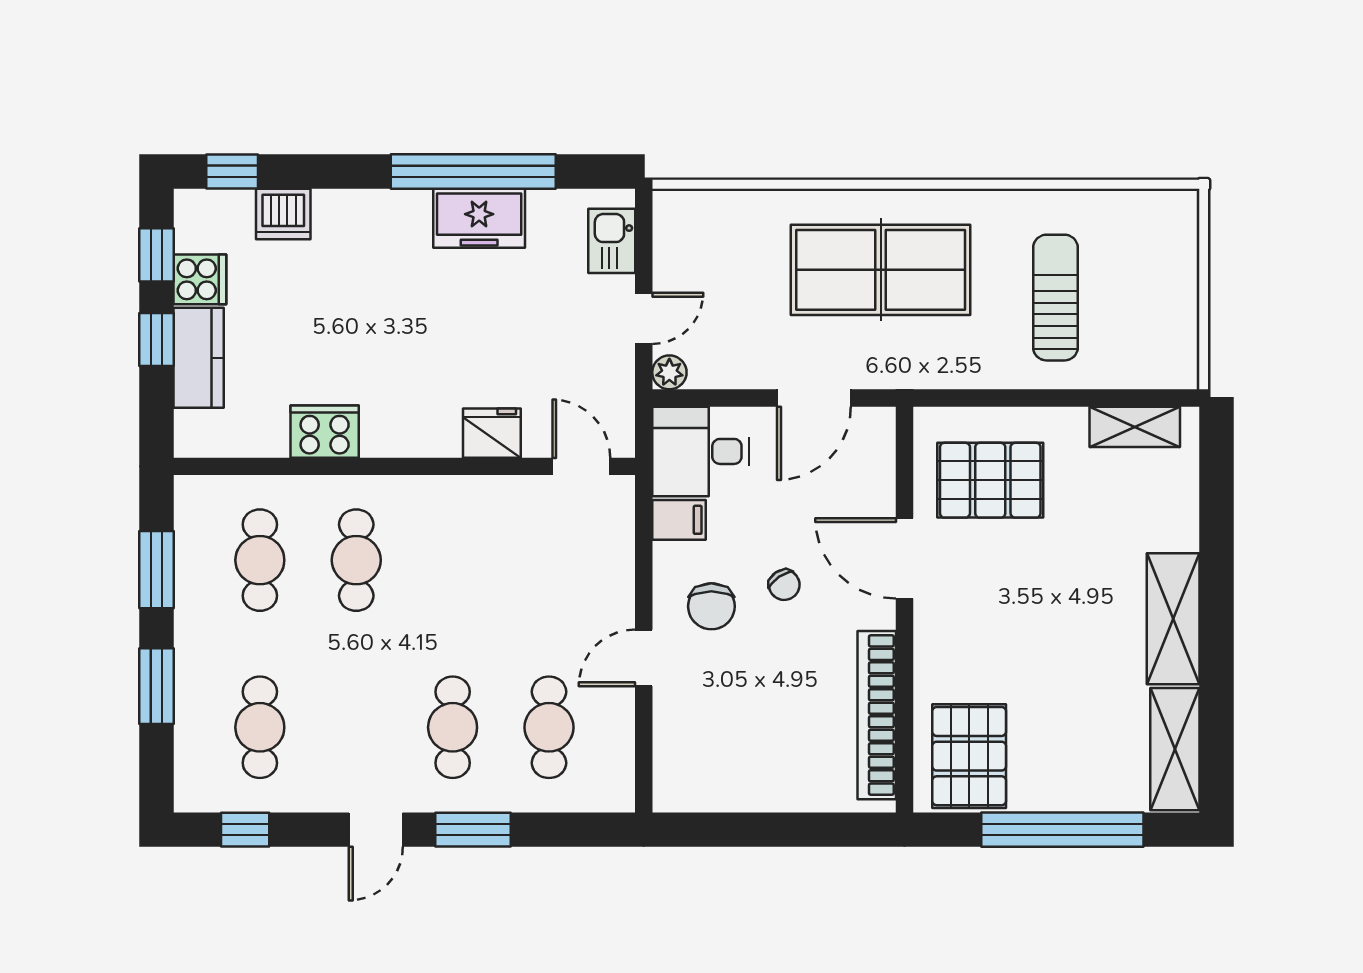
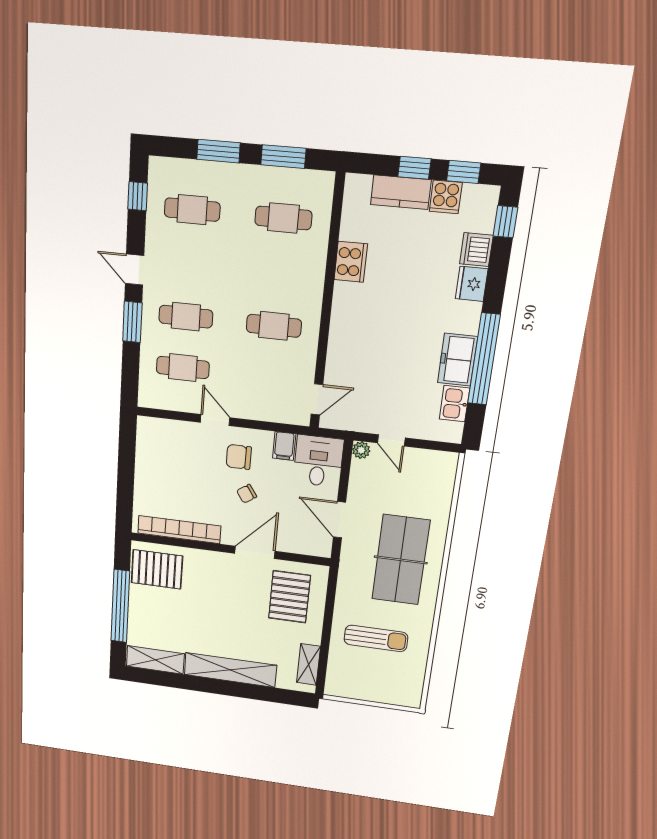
kitchen sink: (612, 241) -> (454, 404), moved, turned -90
fridge: (492, 433) -> (472, 284), moved, turned 180
cafe table: (356, 560) -> (274, 326), moved
shelving: (1173, 619) -> (230, 670), width x1.47

